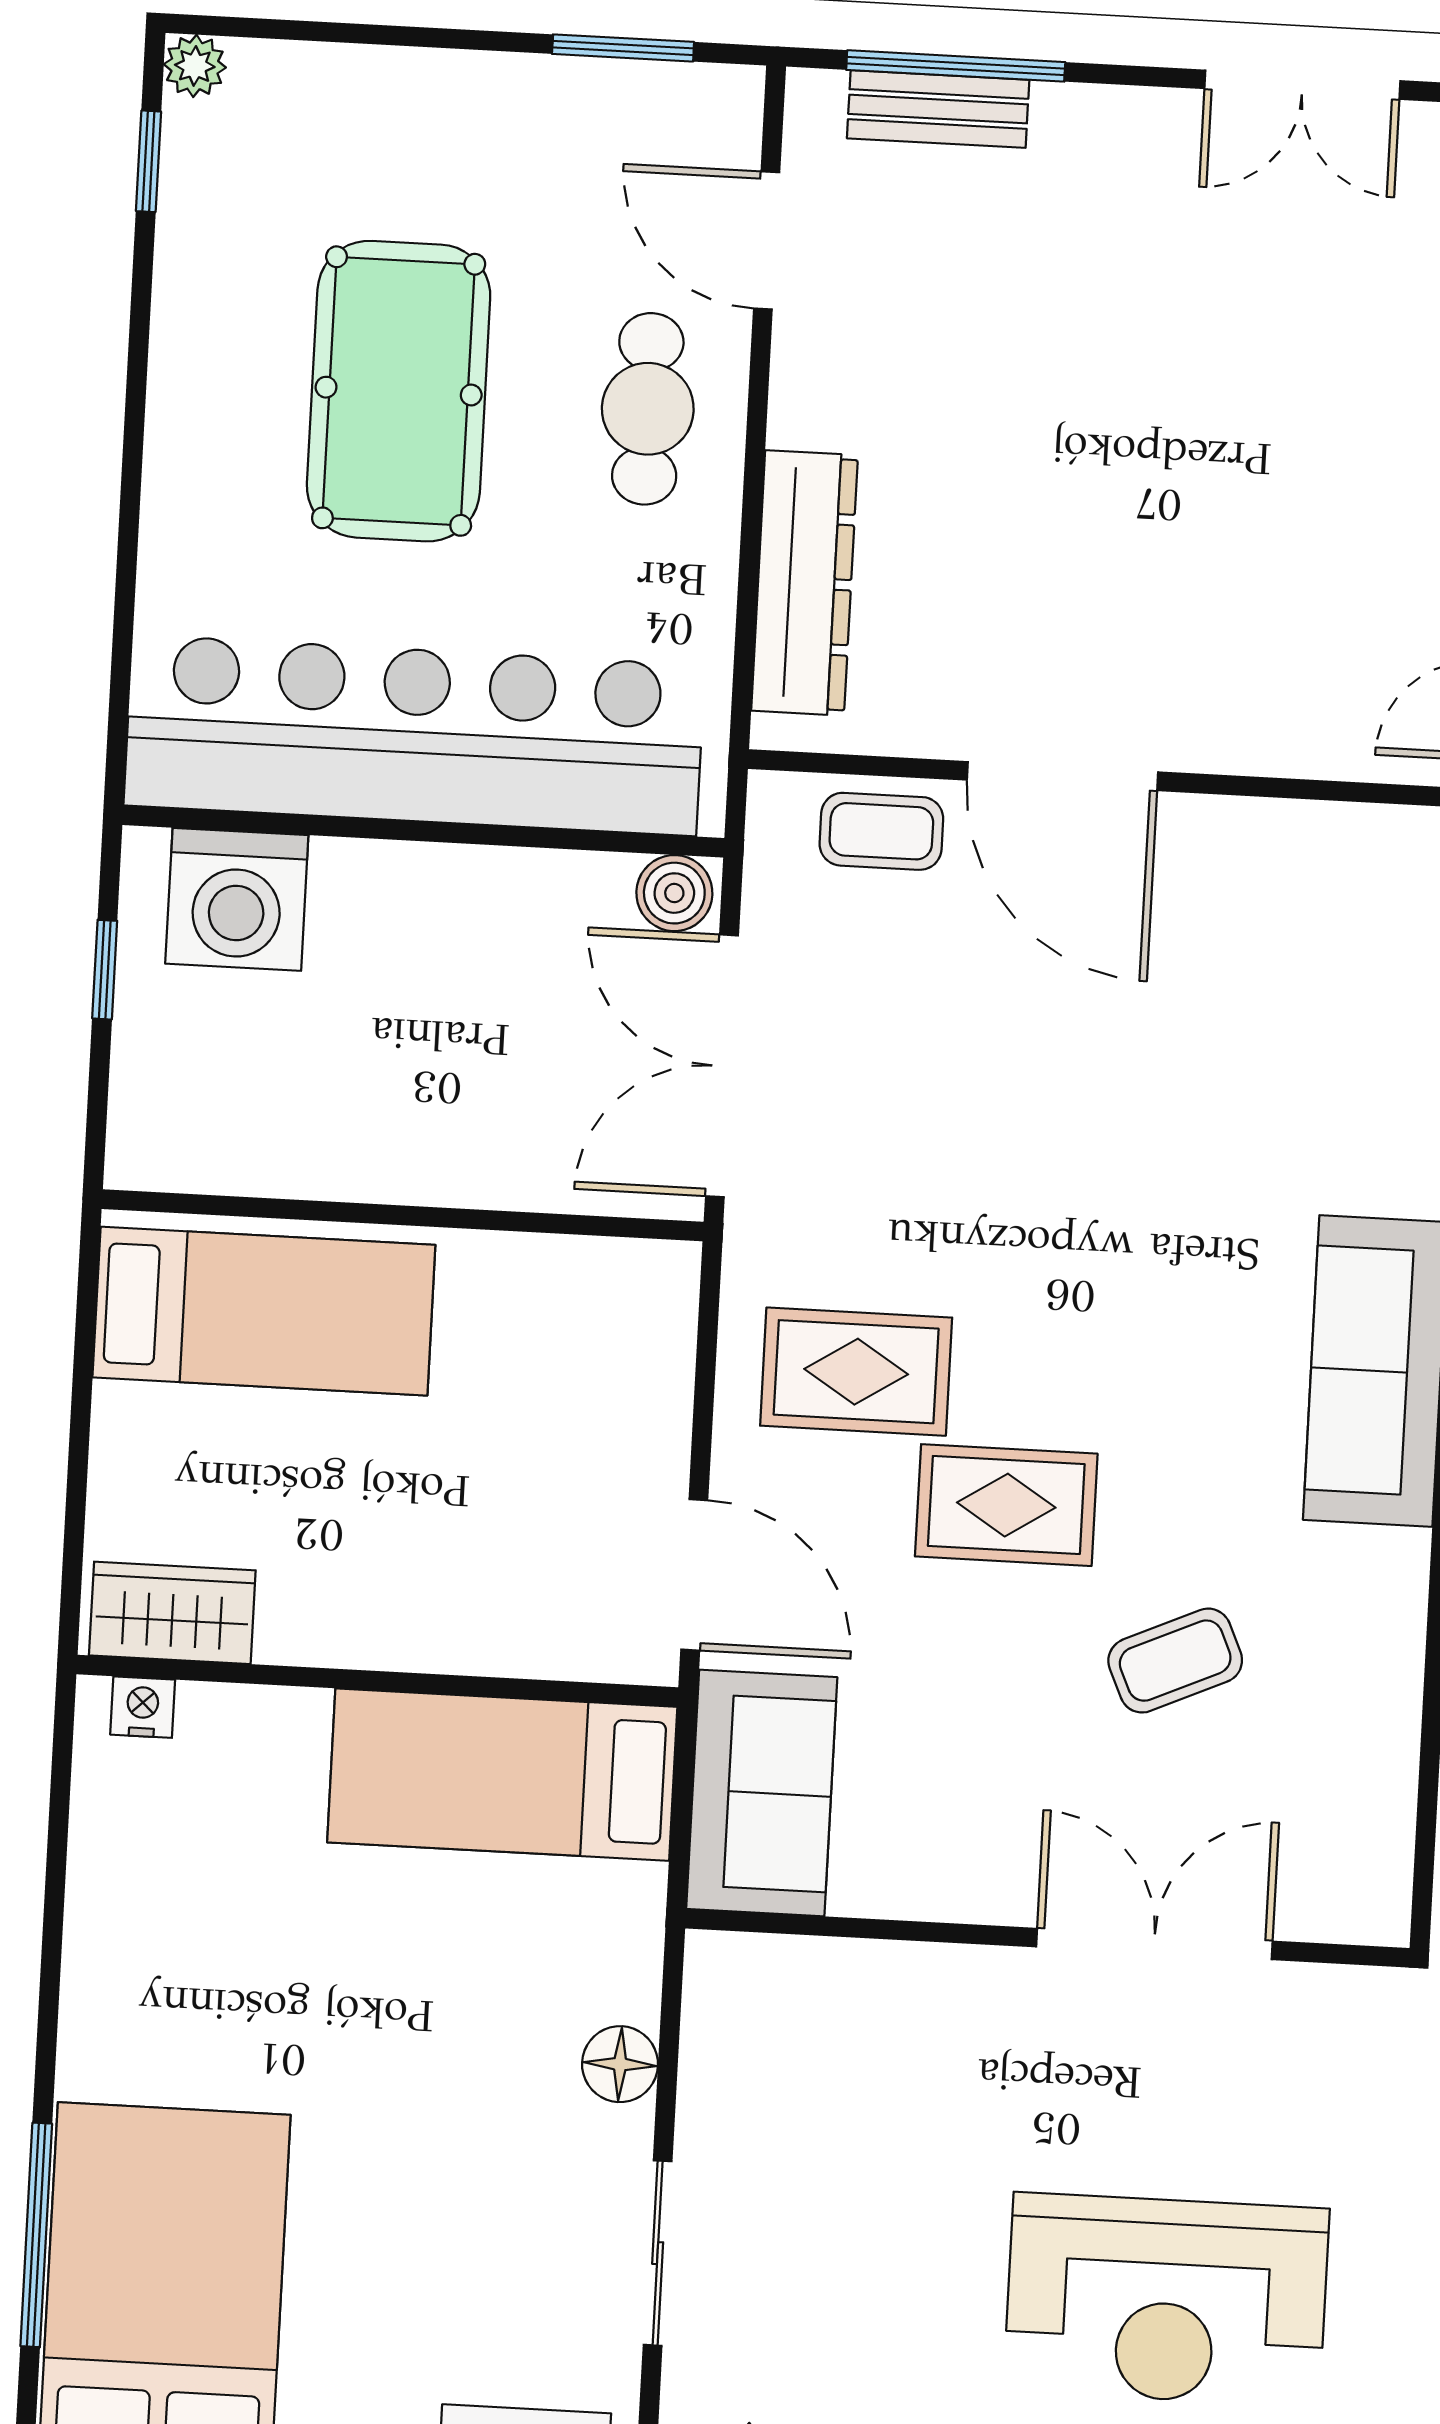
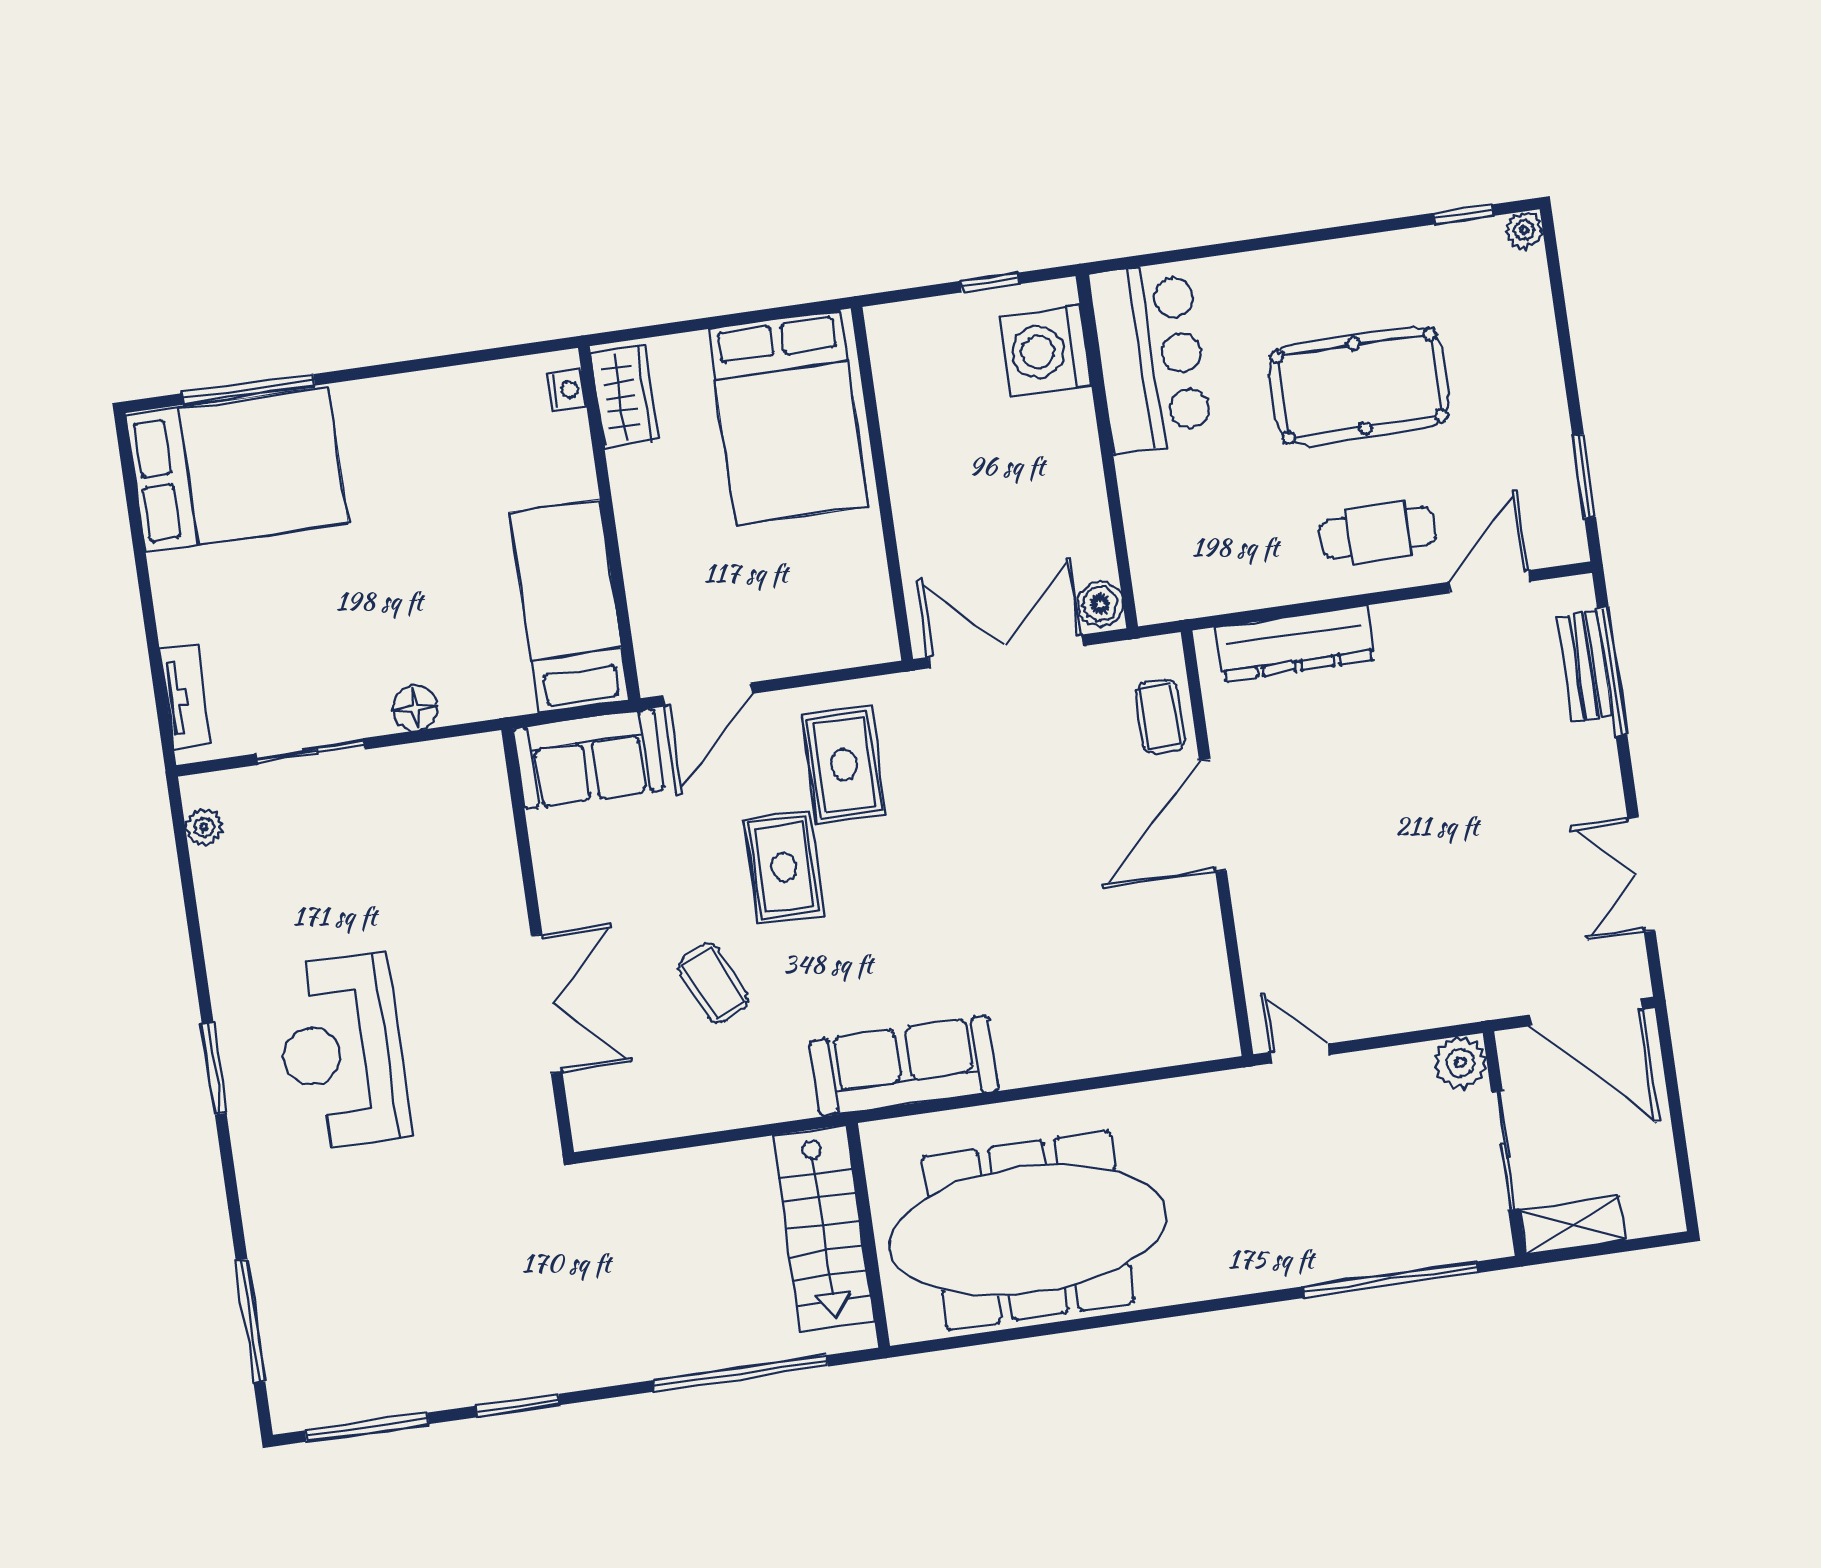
bar counter: (414, 735) -> (1150, 357), width x0.54
bed: (264, 1311) -> (788, 418), width x1.50

